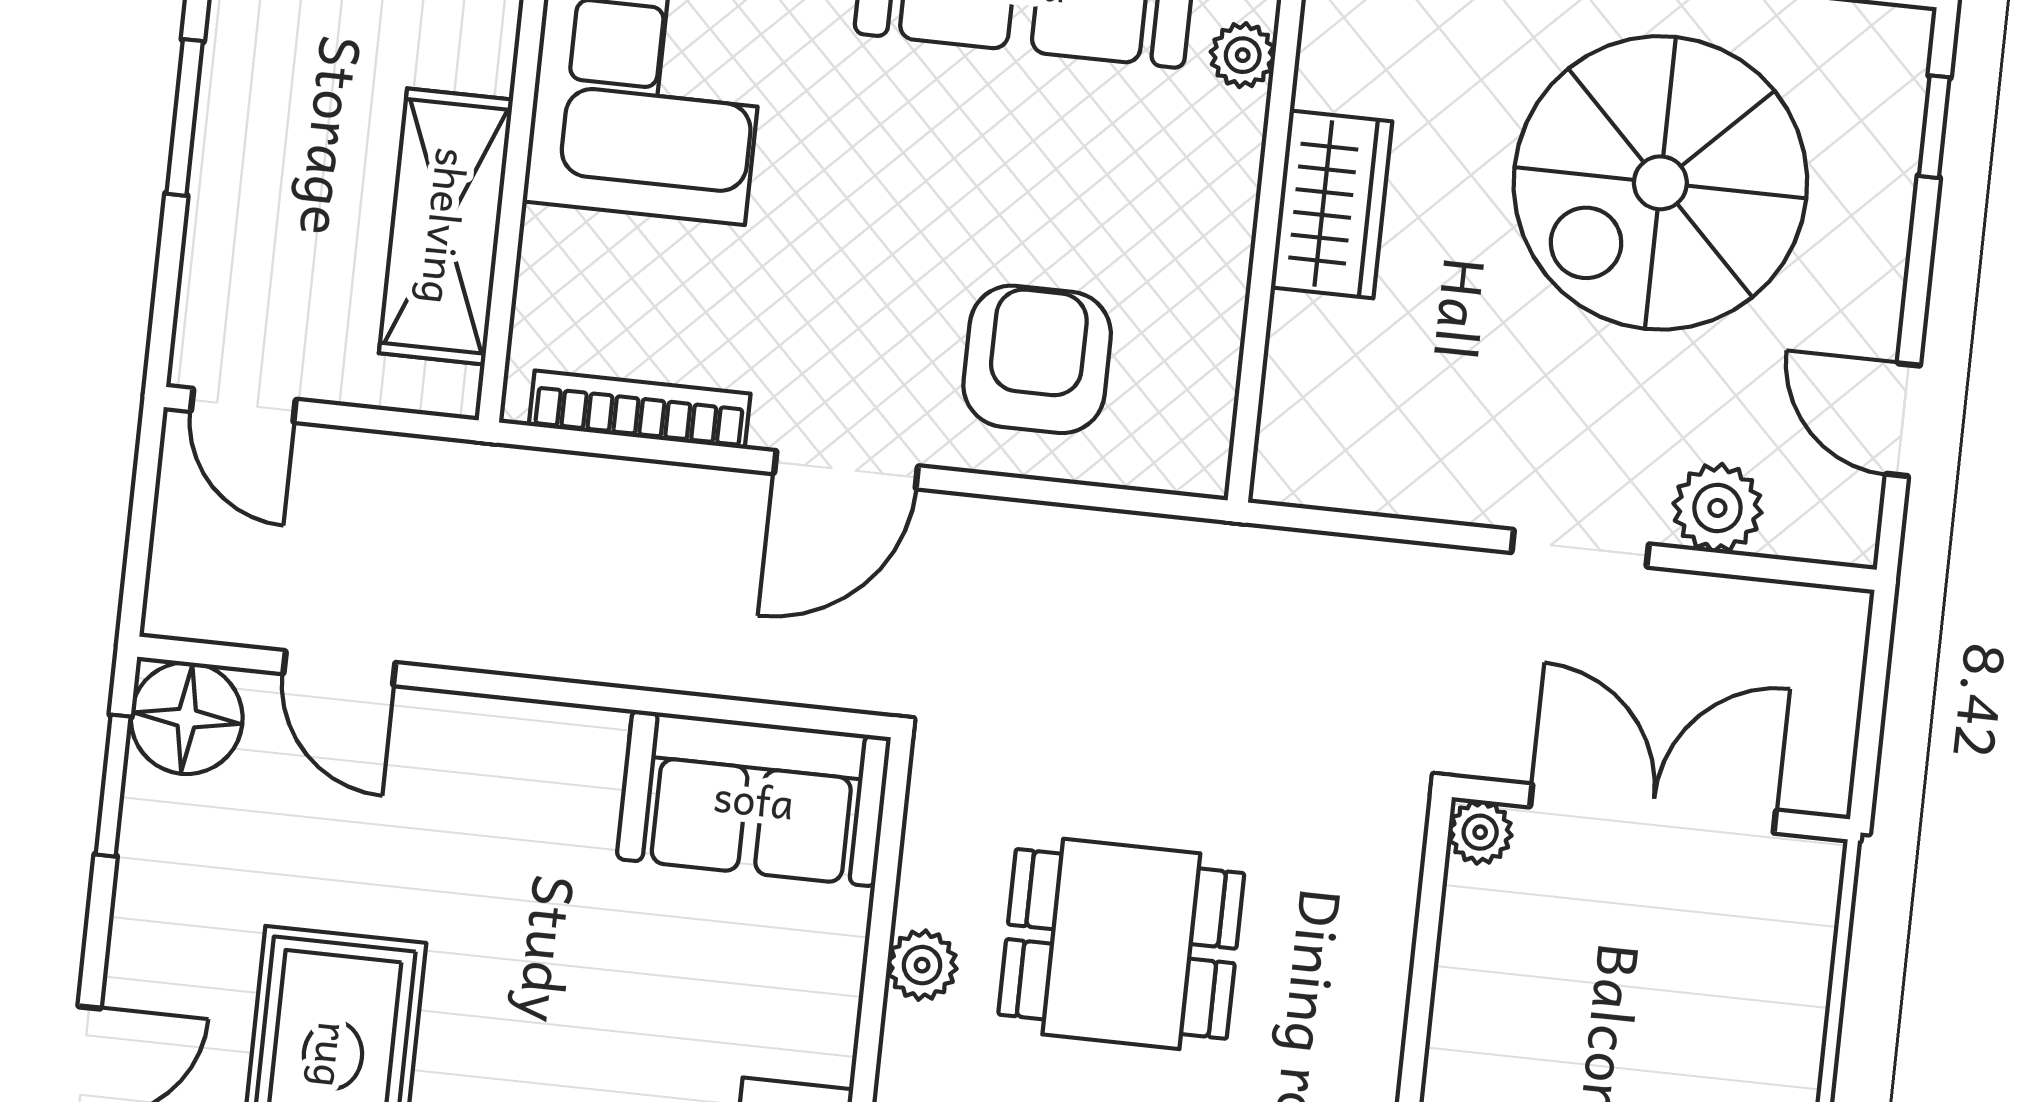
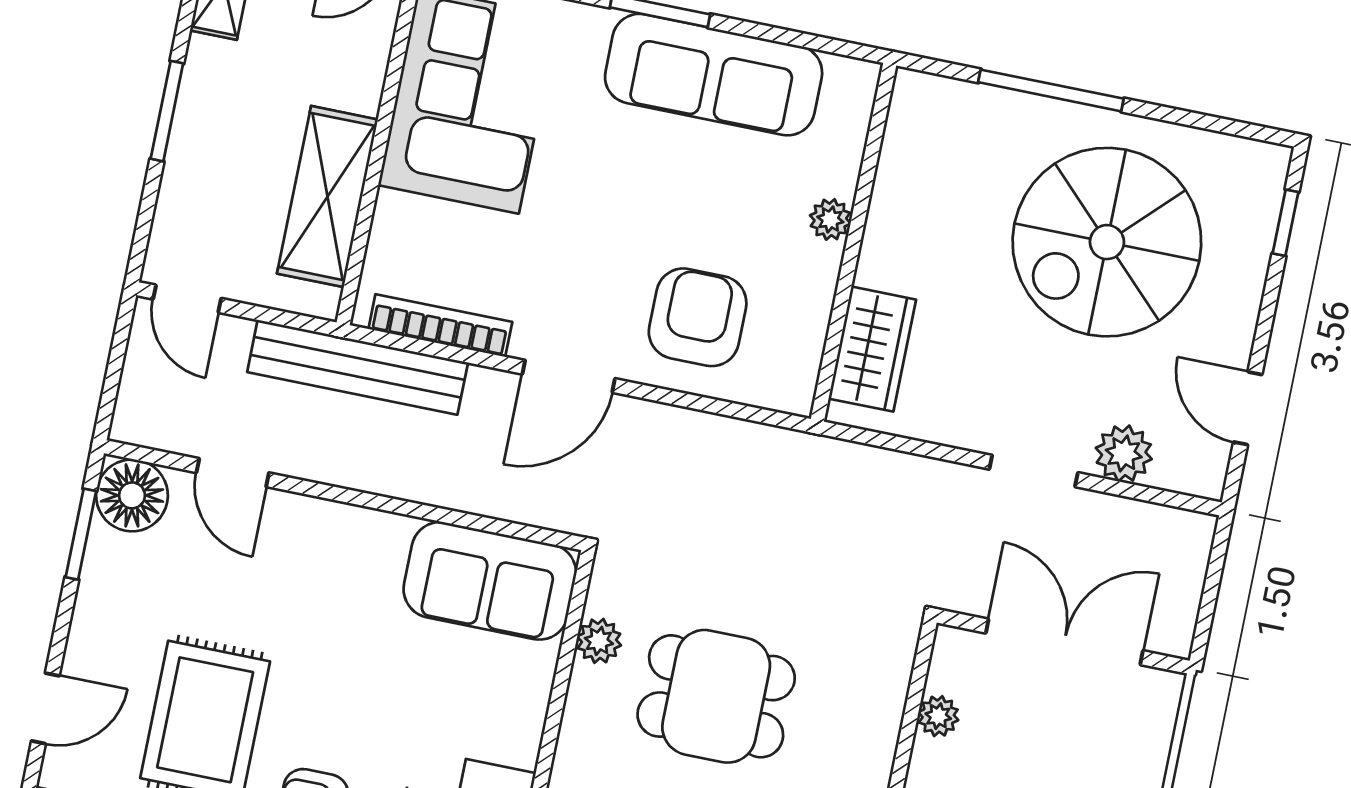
plant: (1243, 55) -> (830, 219), moved
wardrobe: (1331, 204) -> (872, 349), moved
bench: (518, 487) -> (358, 367), added
plant: (1480, 832) -> (938, 716), moved
plant: (922, 965) -> (599, 641), moved

